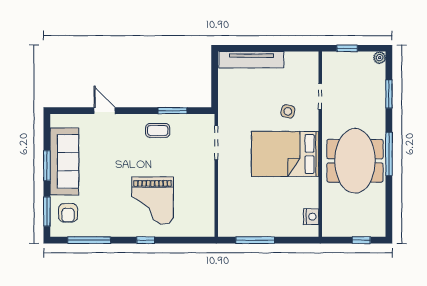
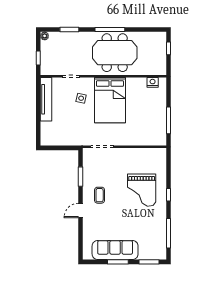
tv unit: (251, 60) -> (46, 99), moved
door: (105, 111) -> (81, 211), moved
coffee table: (158, 130) -> (100, 195), moved
grand piano: (153, 201) -> (142, 190), turned 90
armchair: (68, 213) -> (150, 248), removed

